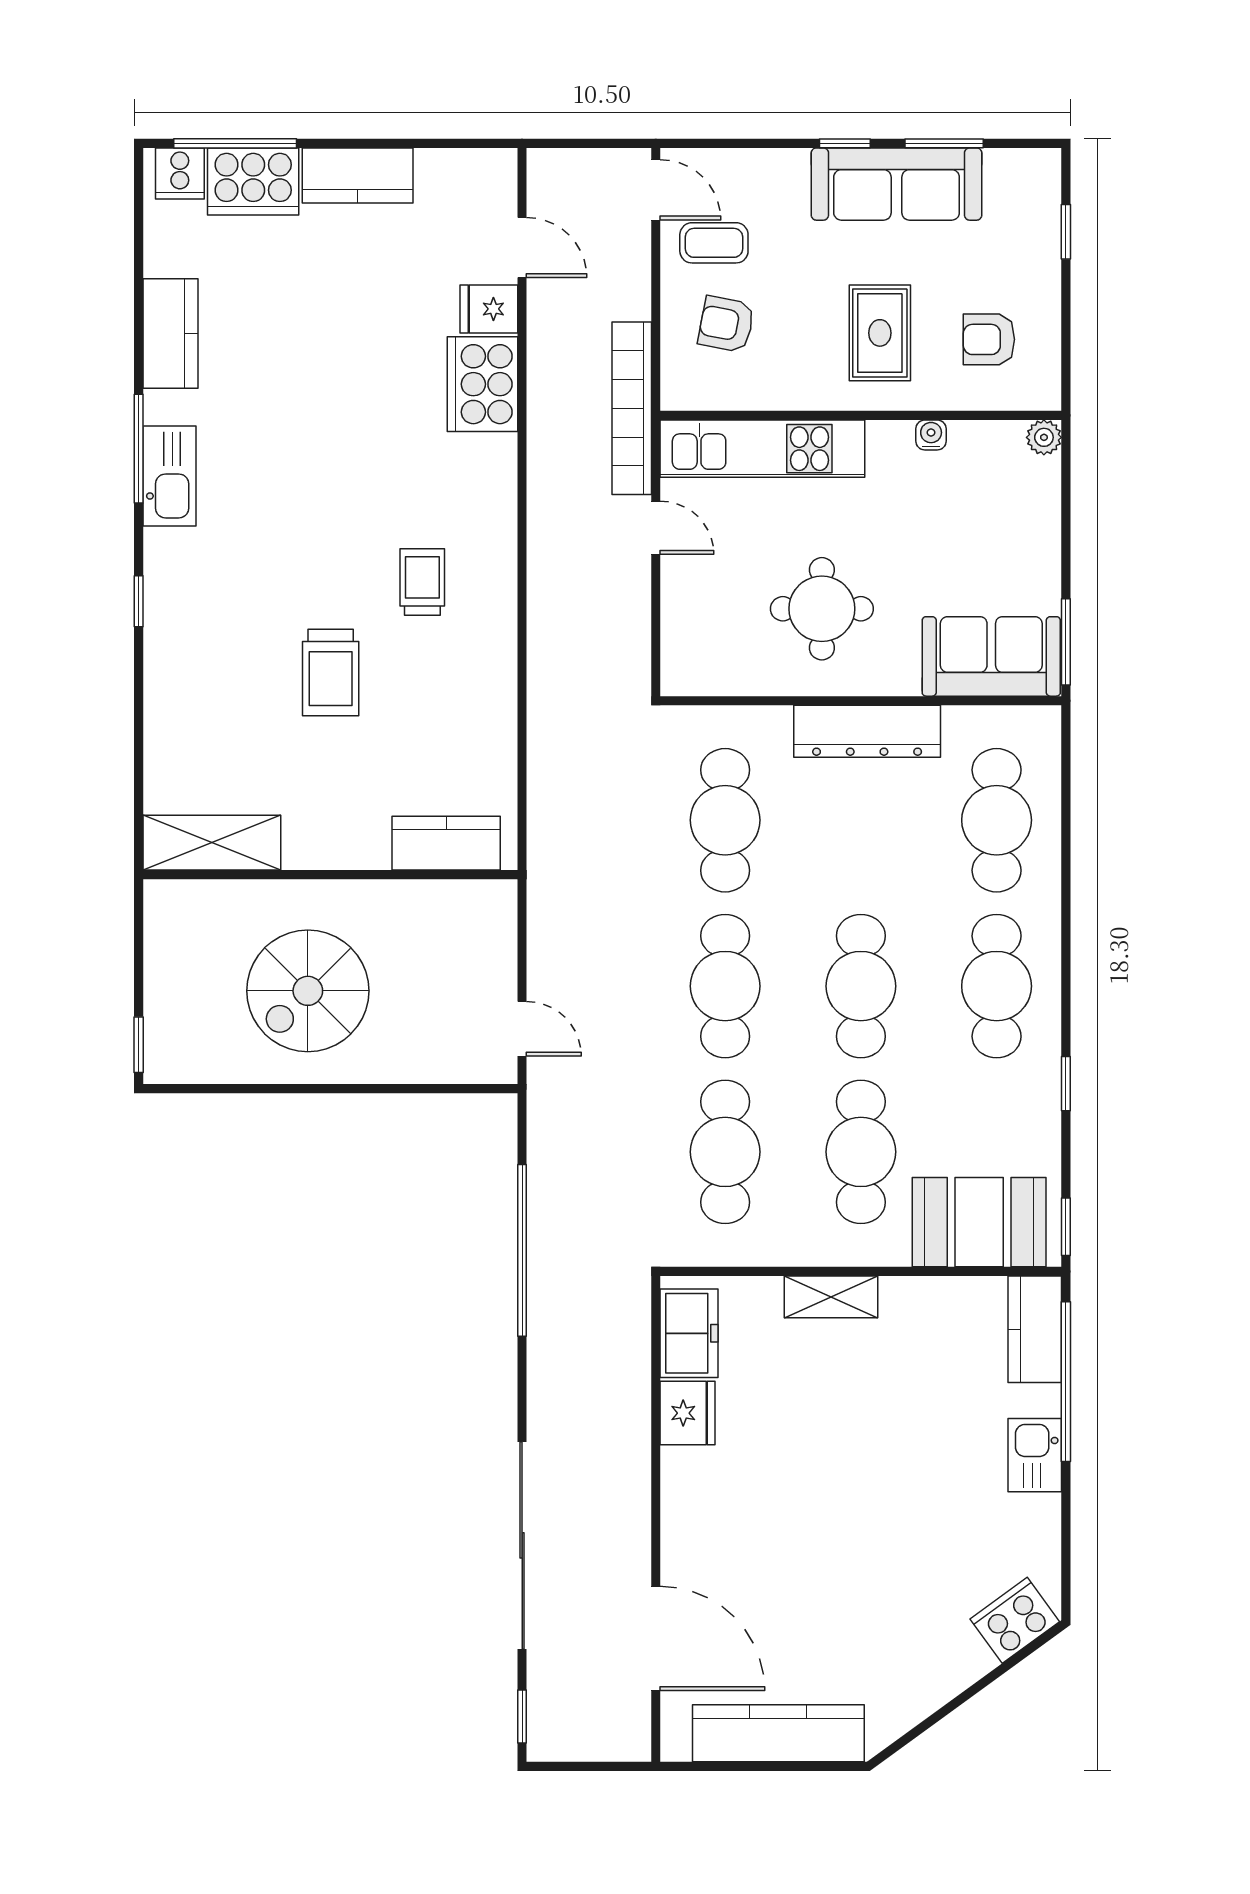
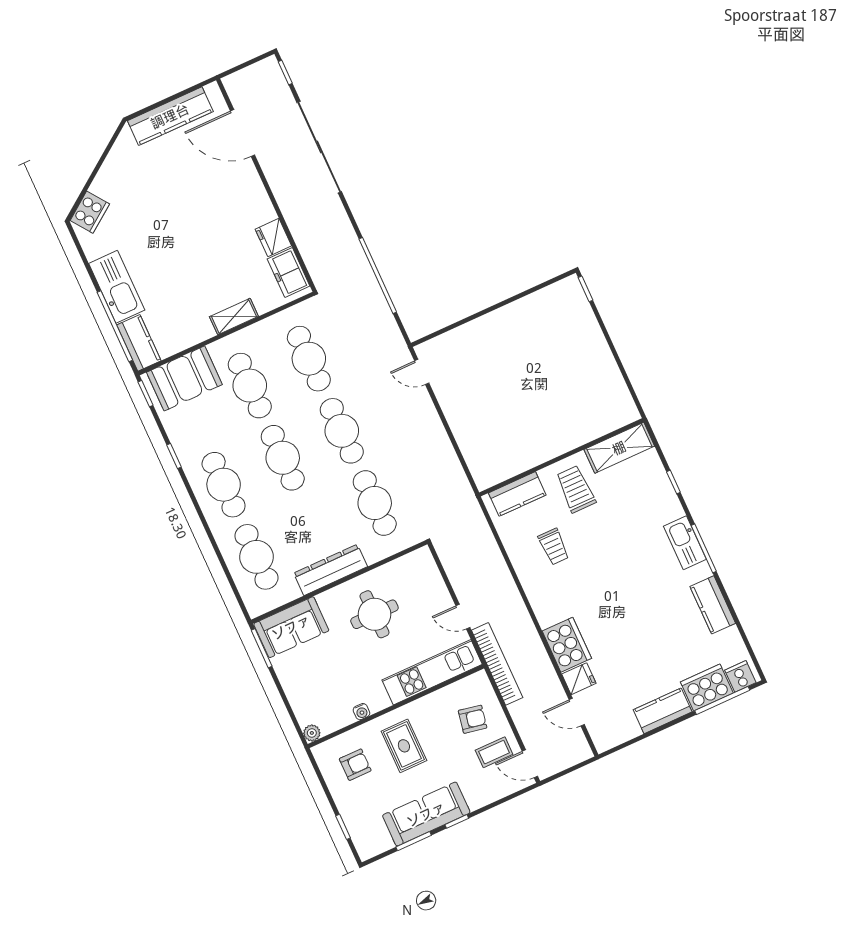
shelving: (212, 843) -> (619, 448), moved
kitchen counter: (446, 843) -> (517, 494), moved
wall: (330, 875) -> (561, 457), moved
spiral stairs: (308, 991) -> (522, 346), removed
kitchen sink: (1035, 1455) -> (117, 287), width x1.88, depth x1.24

